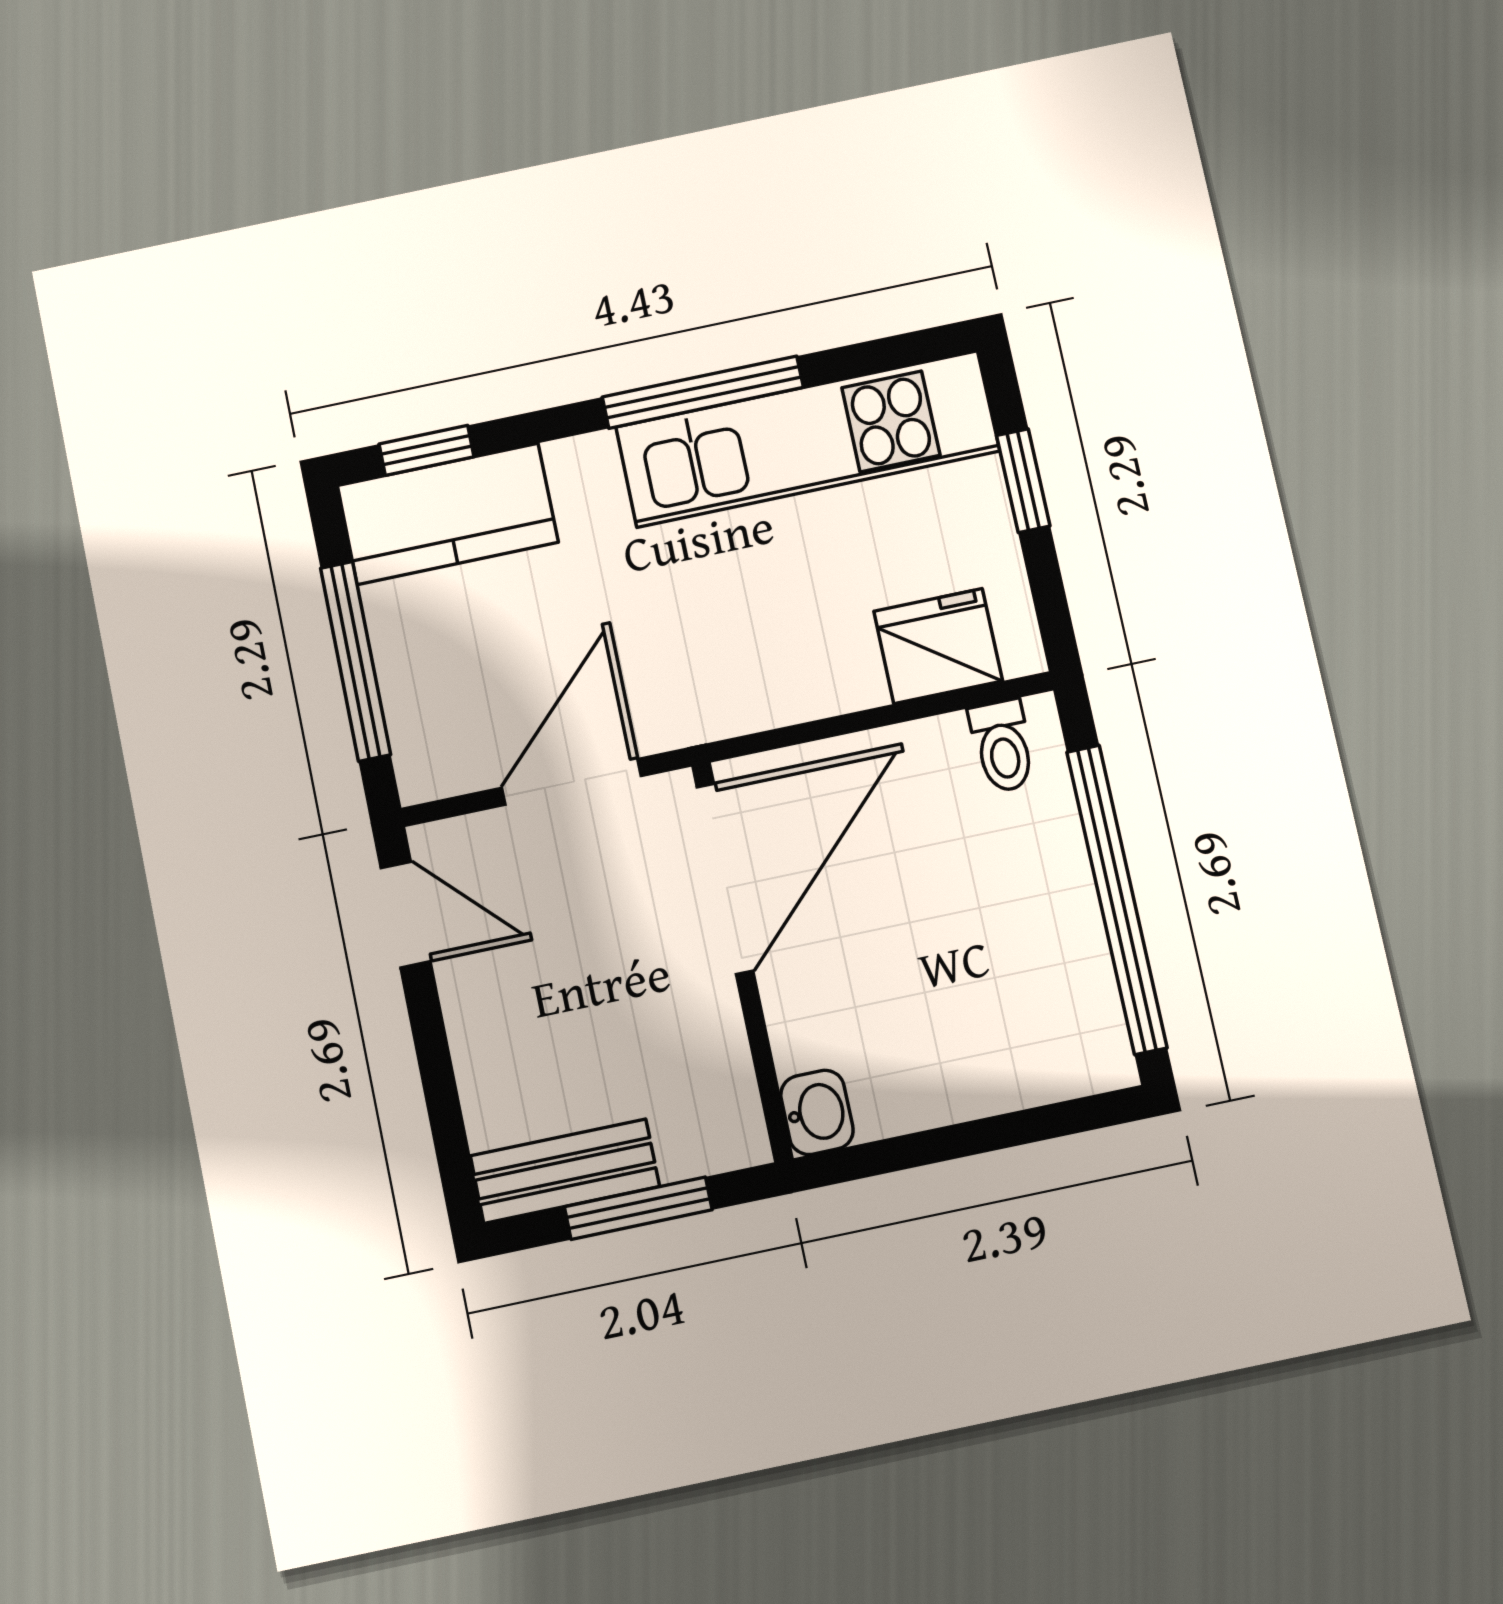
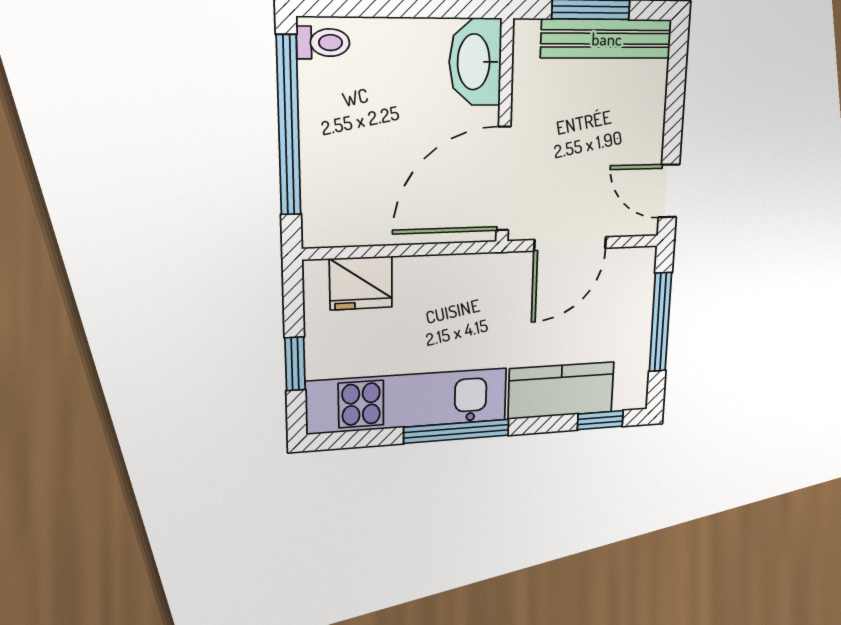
kitchen counter: (448, 514) -> (561, 391), moved
toilet: (1003, 746) -> (323, 43), moved, turned 90
washbasin: (817, 1112) -> (475, 62), width x1.91, depth x1.45
bench: (565, 1171) -> (607, 39), width x1.36

